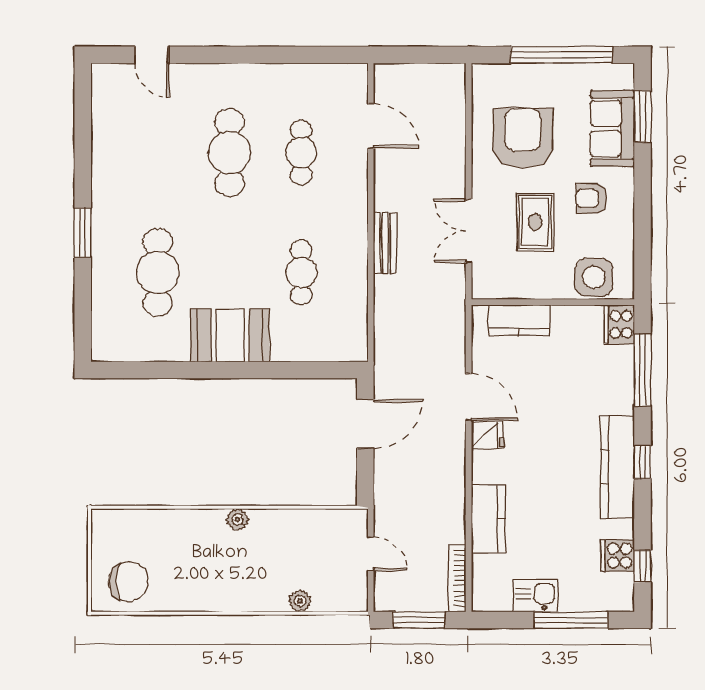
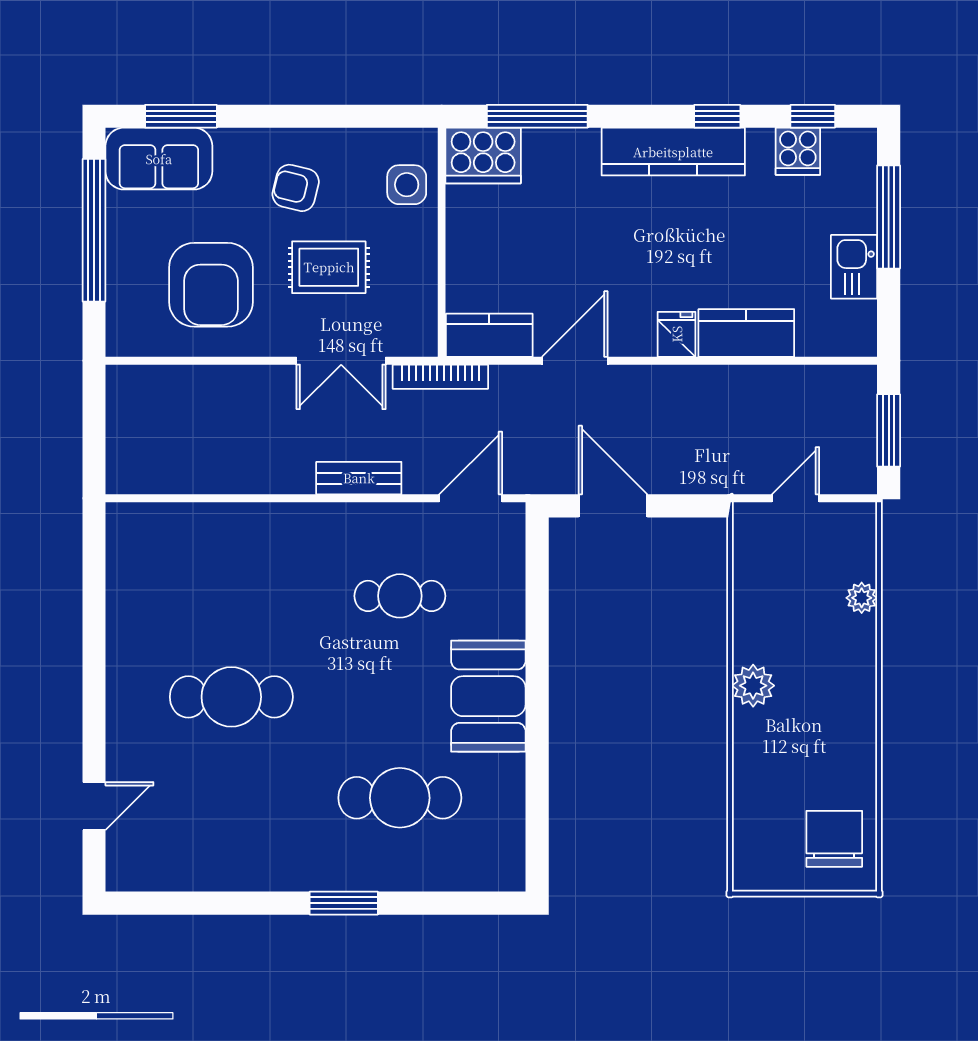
door: (371, 126) -> (471, 498), moved
sofa: (612, 128) -> (159, 159), moved
armchair: (523, 138) -> (211, 285), turned -90
cafe table: (301, 153) -> (231, 596), removed
armchair: (592, 198) -> (296, 188), turned 104
side table: (594, 277) -> (407, 185), width x0.73, depth x0.73
kitchen counter: (519, 320) -> (489, 335), moved, turned -90
cooker: (619, 324) -> (483, 156), width x1.37, depth x1.31
fridge: (487, 435) -> (677, 334), moved
window: (642, 462) -> (717, 116), moved
plant: (237, 520) -> (753, 686), width x1.38, depth x1.38
bookcase: (457, 578) -> (440, 377), moved

